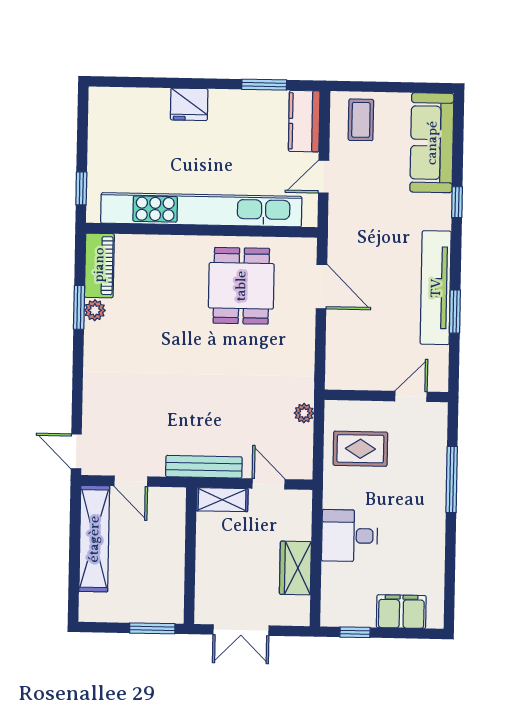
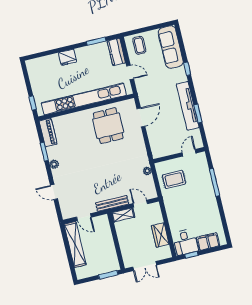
door: (324, 177) -> (130, 72), swing flipped
door: (321, 287) -> (141, 117), hinge flipped
plant: (95, 310) -> (54, 164), moved
door: (76, 451) -> (54, 192), moved
desk: (350, 536) -> (185, 242), moved, turned -90

